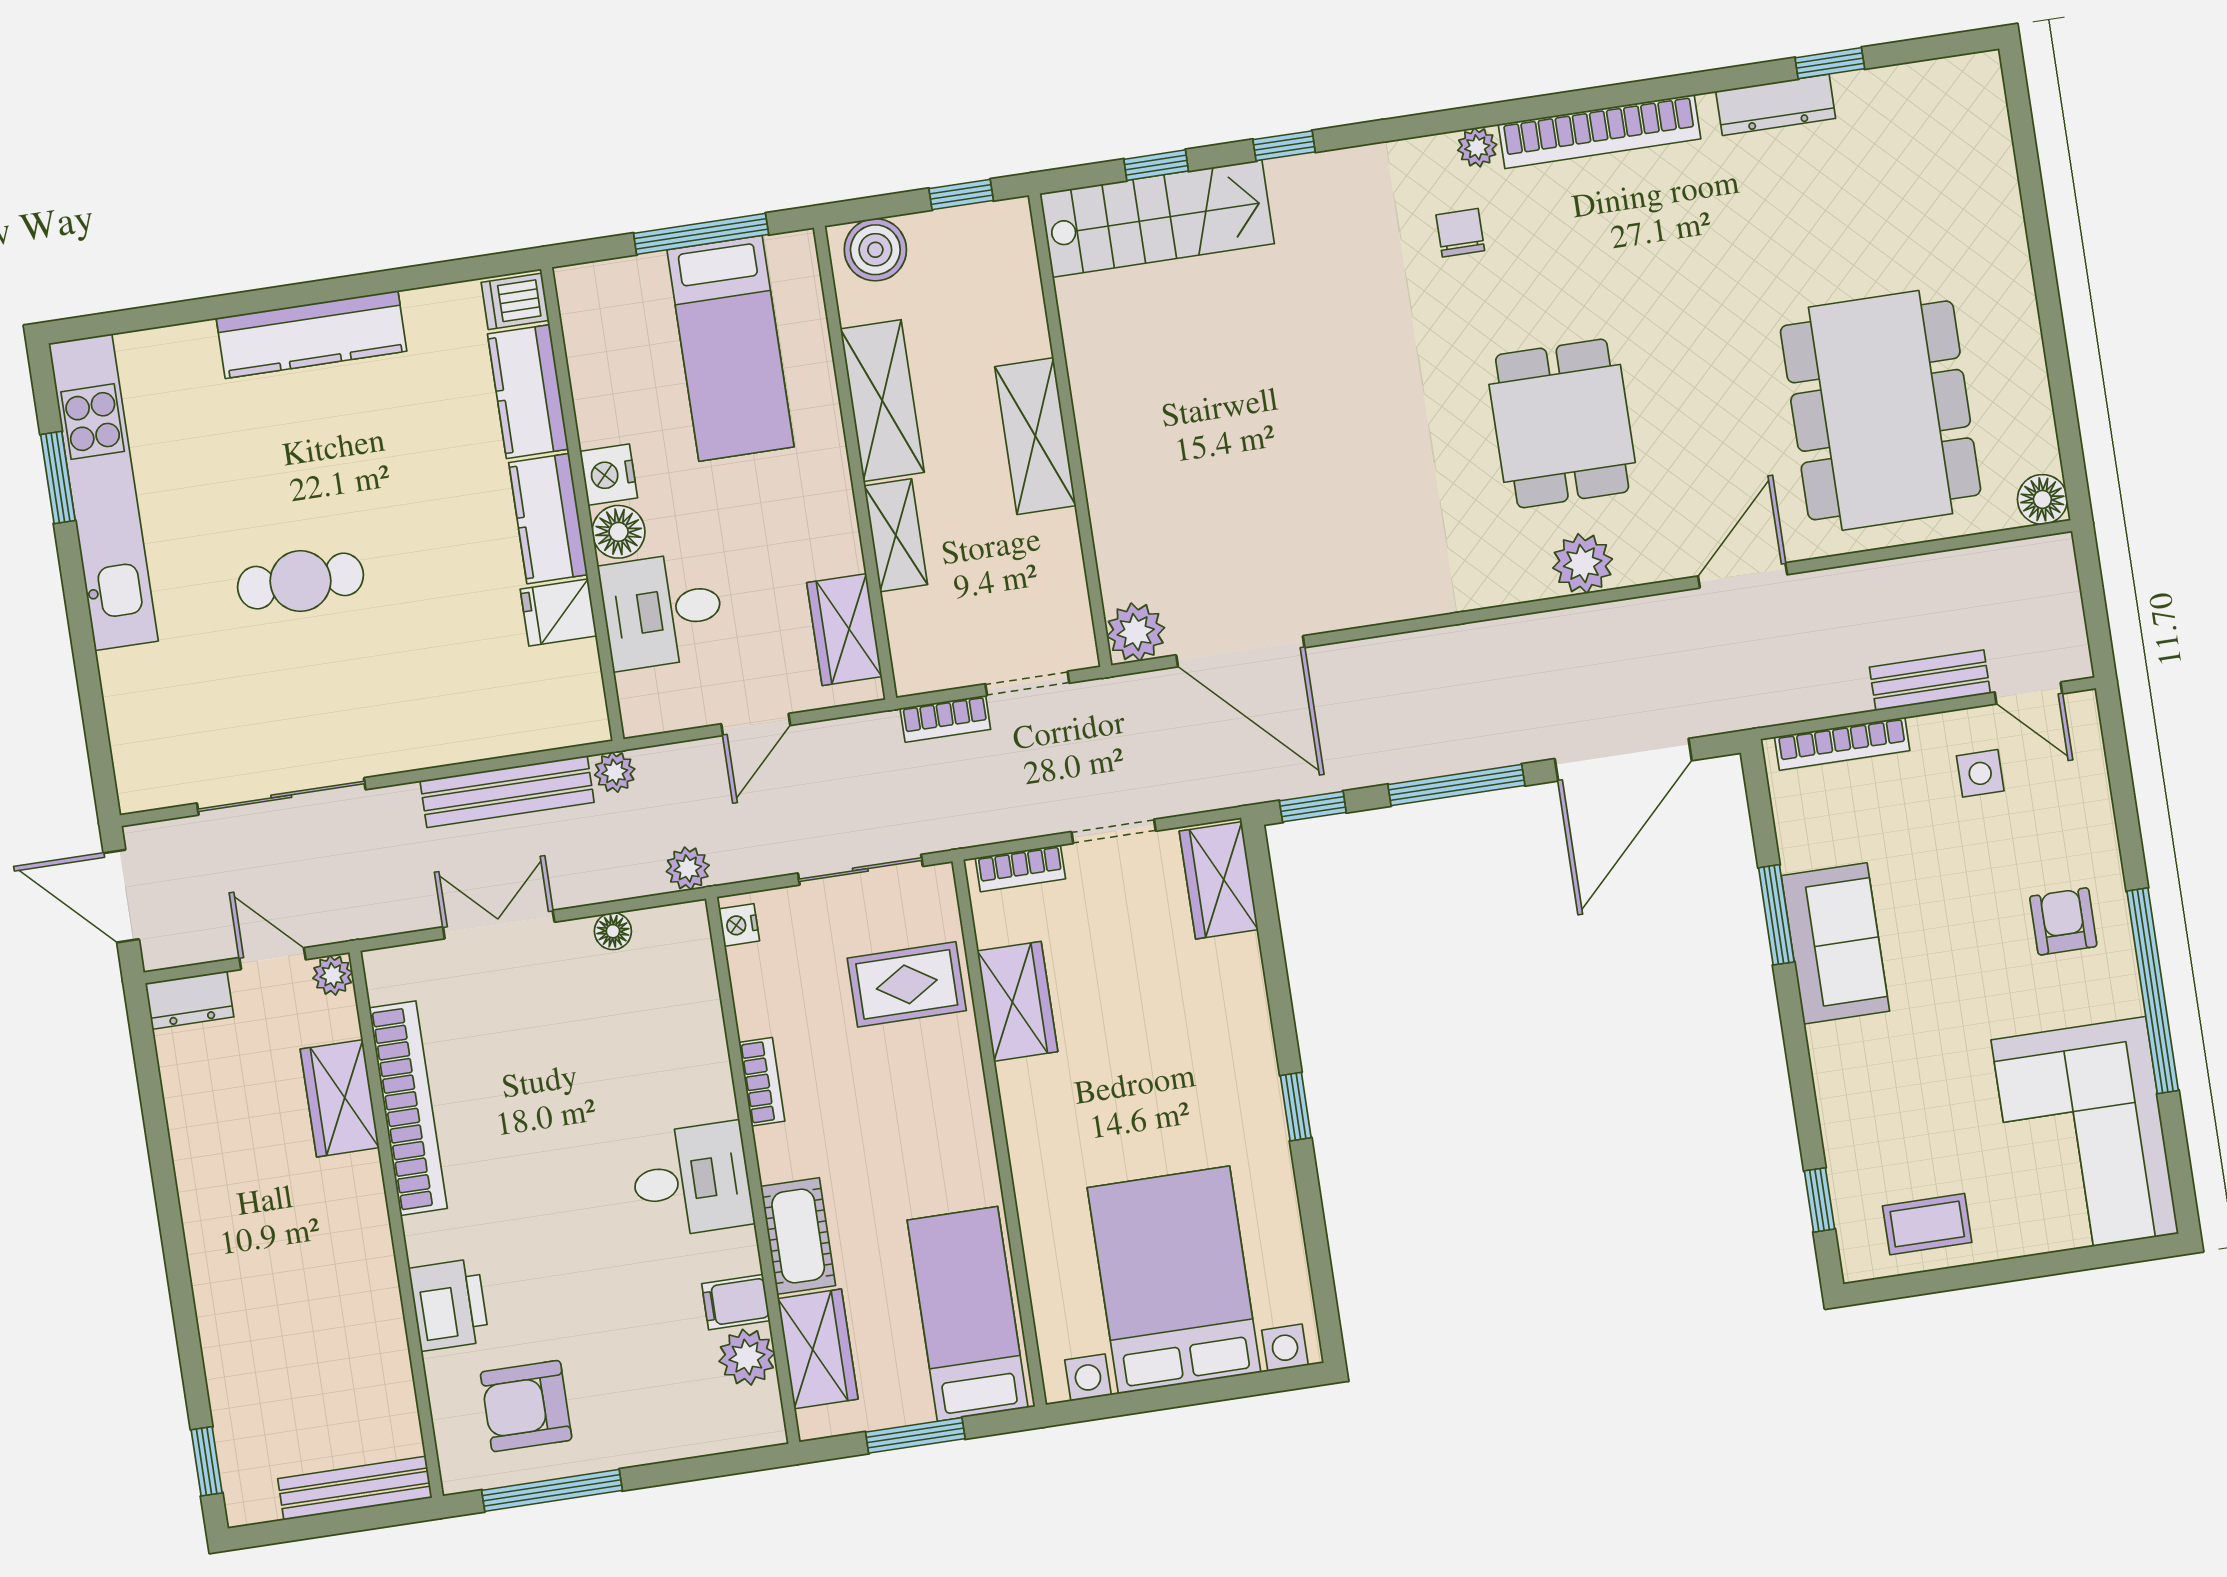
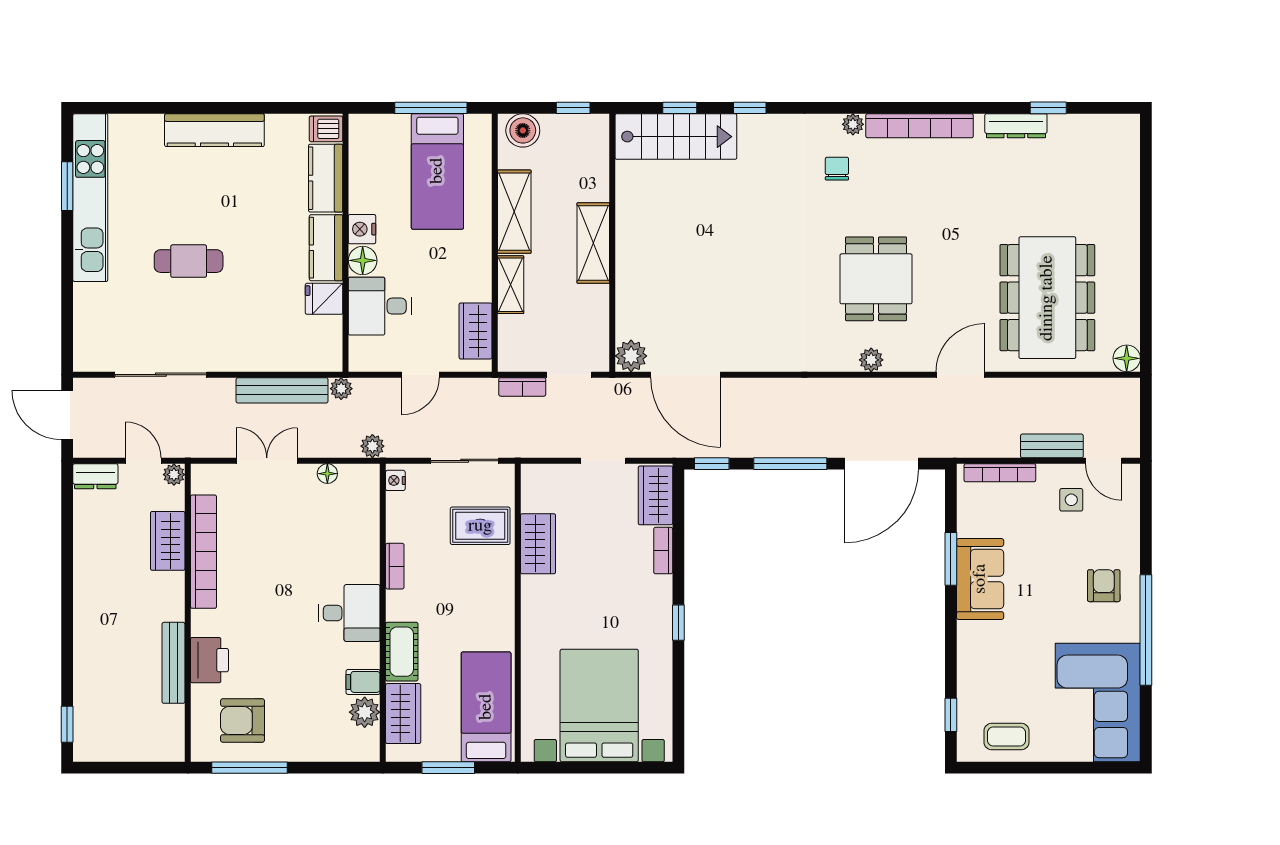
plant: (1583, 564) -> (871, 360), width x0.73, depth x0.73
bookcase: (1020, 868) -> (663, 551), moved, turned 90
bench: (355, 1488) -> (173, 663), moved, turned 90

